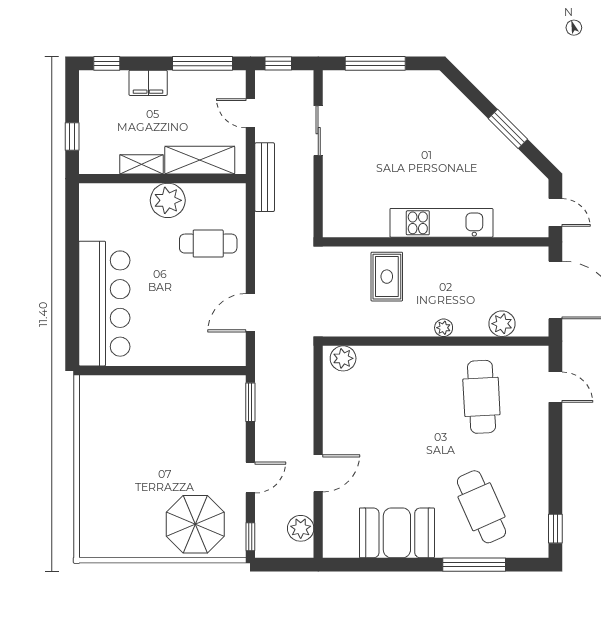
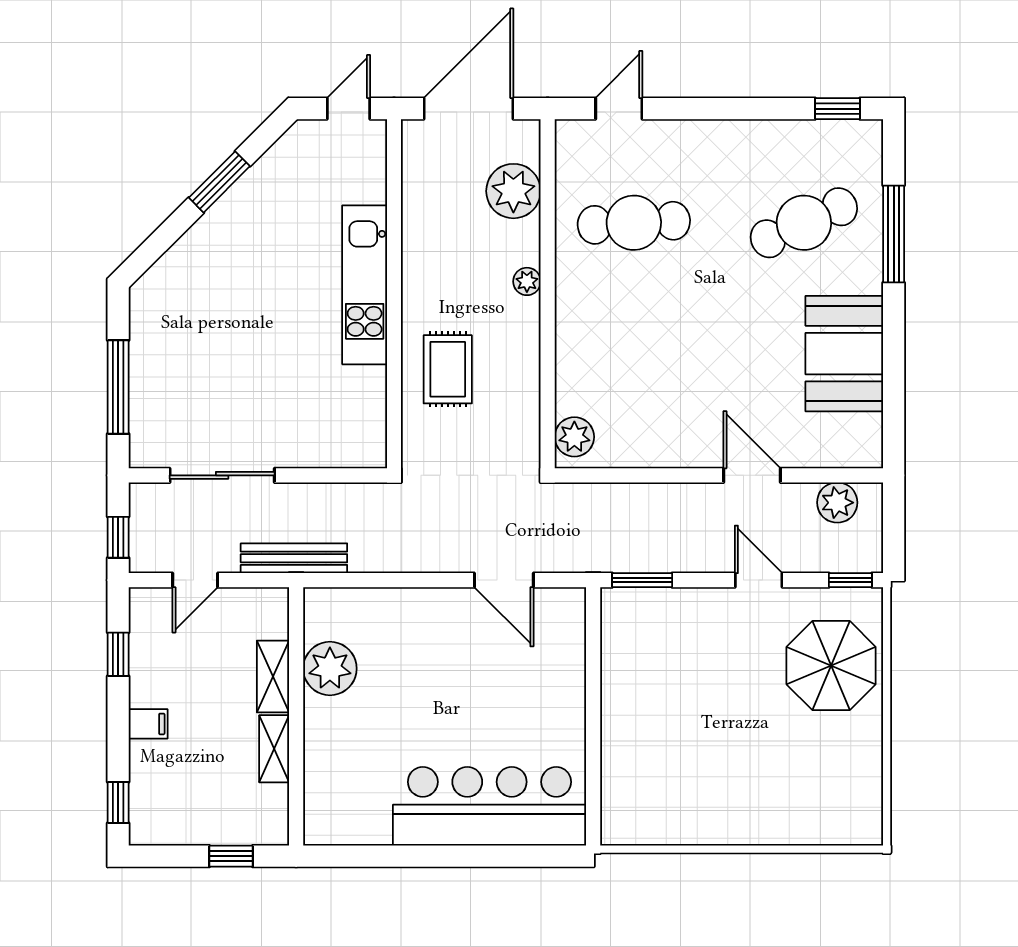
window: (203, 63) -> (118, 654), width x0.46
filing cabinet: (148, 83) -> (148, 724), width x0.50
sliding door: (318, 131) -> (222, 475), width x1.37
shelving: (200, 160) -> (273, 676), width x0.67, depth x0.75
plant: (168, 200) -> (330, 669), moved
cafe table: (208, 244) -> (397, 646), removed
rug: (387, 277) -> (448, 369), turned 90
plant: (502, 324) -> (513, 191), width x1.36, depth x1.36

